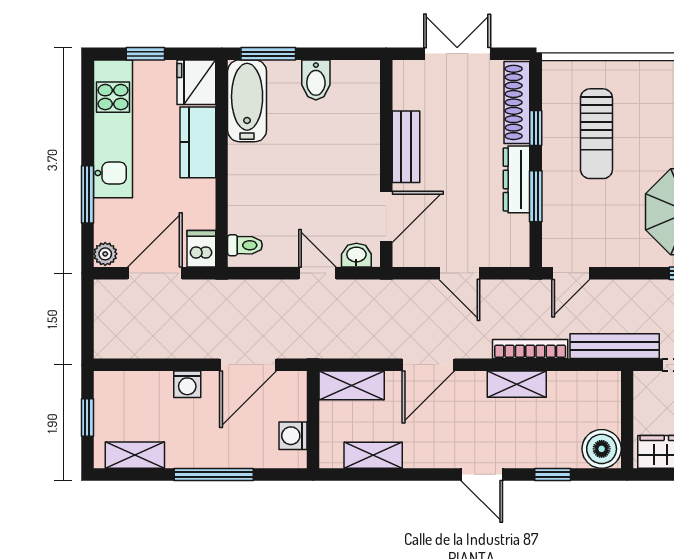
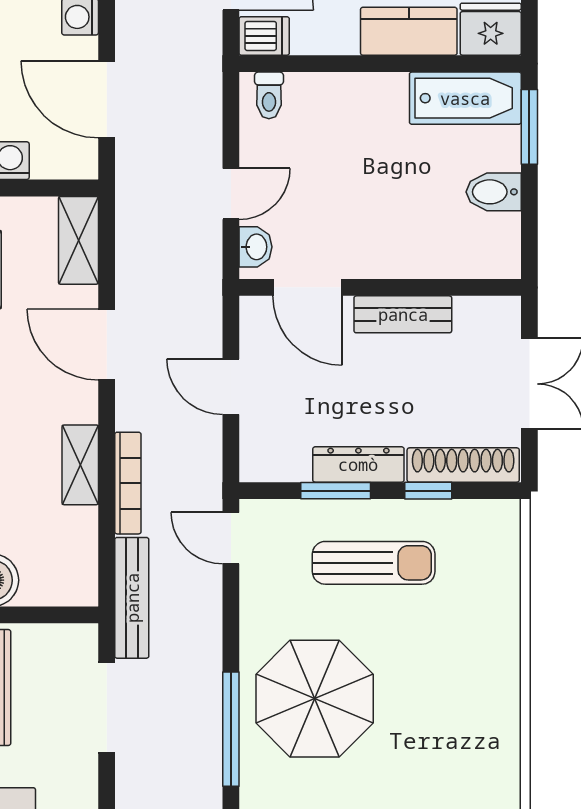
sun lounger: (596, 134) -> (374, 563), moved, turned 180
door: (459, 273) -> (231, 387), hinge flipped

